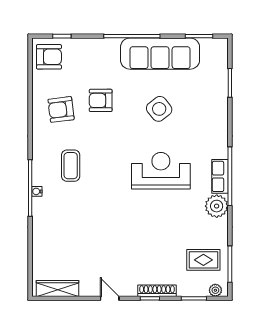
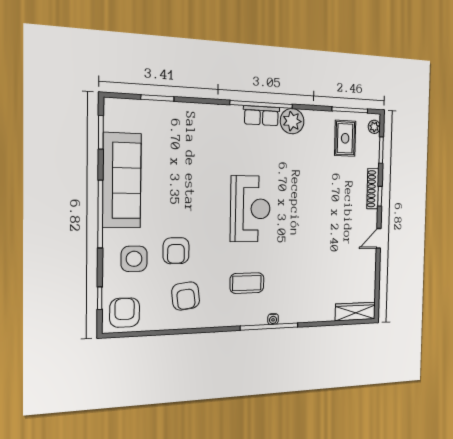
side table: (159, 109) -> (134, 259), moved, turned 38
reception desk: (161, 171) -> (250, 209), moved, turned 180
wardrobe: (58, 288) -> (355, 312), moved, turned 90

